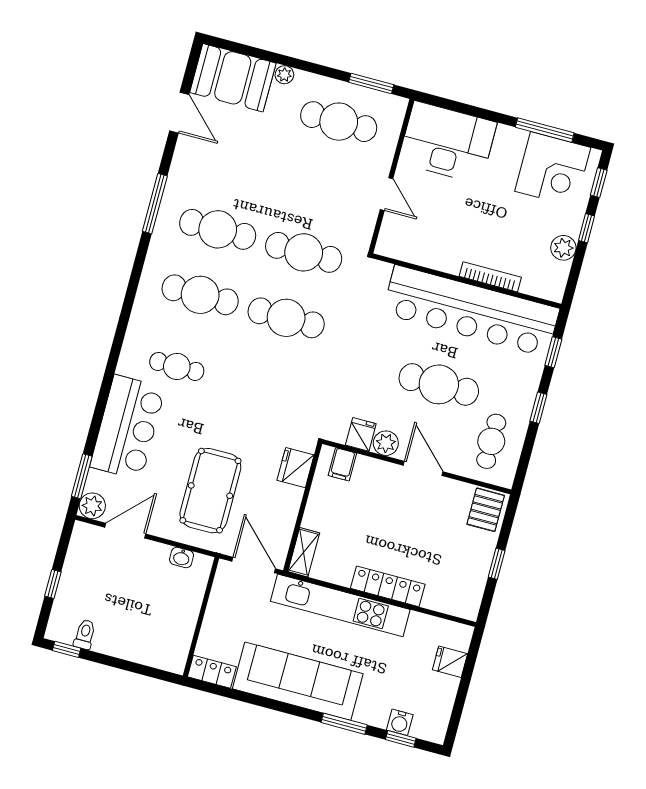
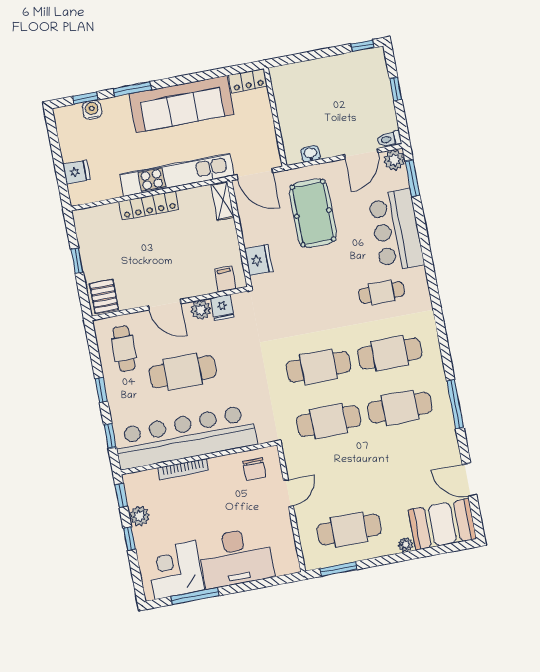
desk: (447, 142) -> (236, 558), moved
window: (599, 183) -> (121, 495), moved
door: (386, 194) -> (288, 493), swing flipped
chair: (411, 239) -> (254, 469), added
toilet: (85, 634) -> (389, 139), moved, turned 90

